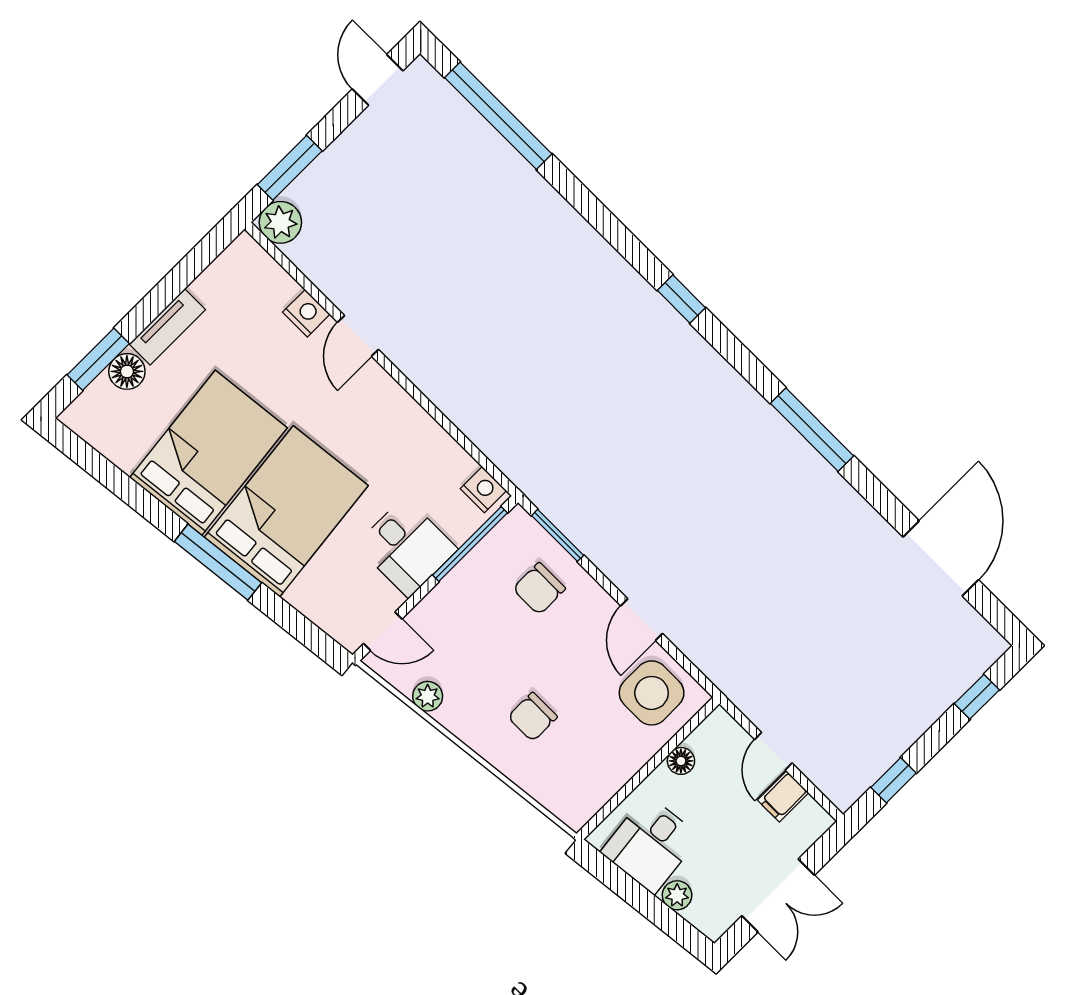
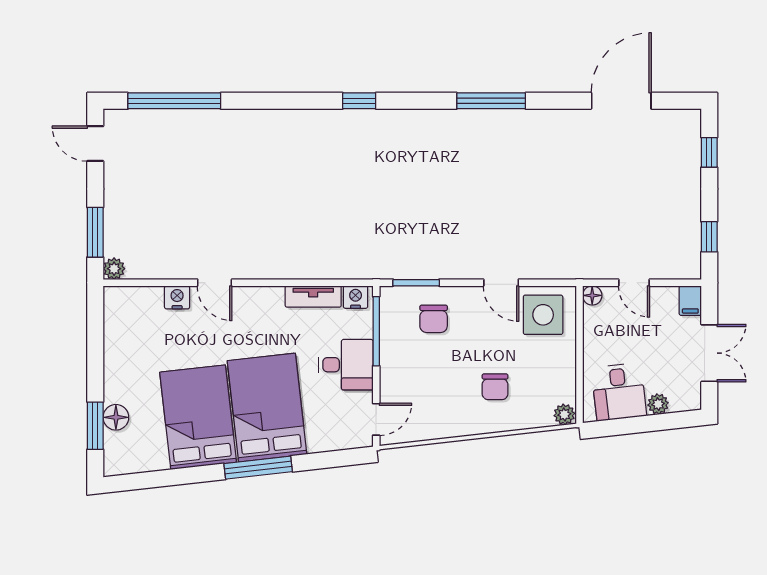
plant: (280, 222) -> (114, 269), width x0.73, depth x0.73
tv unit: (167, 327) -> (313, 297), moved, turned 90
door: (941, 558) -> (621, 101), hinge flipped
plant: (428, 696) -> (564, 414), moved
floor lamp: (681, 761) -> (592, 295), moved
filing cabinet: (783, 796) -> (690, 301), moved

